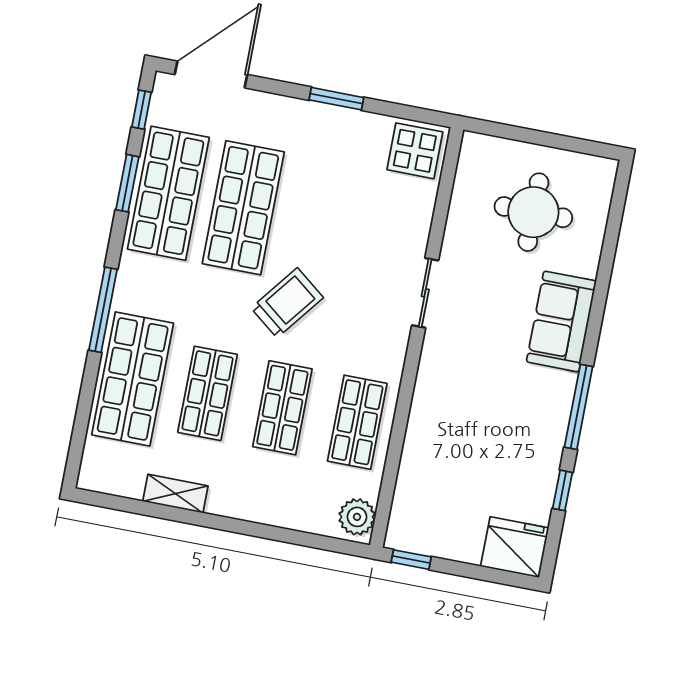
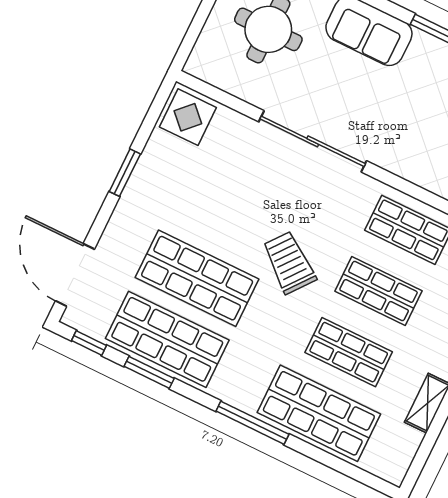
sliding door: (425, 293) -> (313, 141), width x1.86

